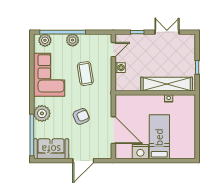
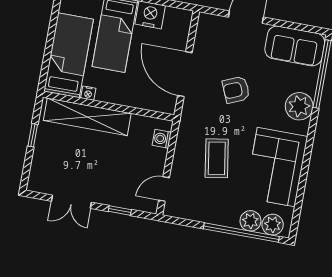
plant: (73, 40) -> (250, 221), moved
washing machine: (120, 68) -> (162, 139), moved
bed: (184, 119) -> (68, 55), added
door: (113, 130) -> (185, 74), moved

